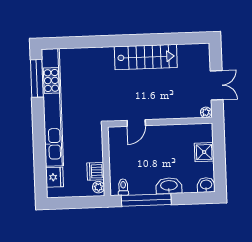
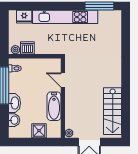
stairs: (146, 57) -> (113, 111), moved
kitchen unit: (52, 107) -> (65, 17), width x0.73
bathtub: (171, 133) -> (54, 106), added
washbasin: (206, 185) -> (14, 120), moved

